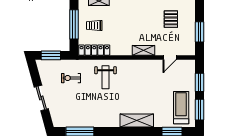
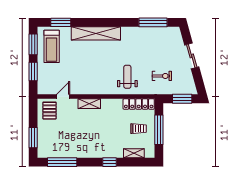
pallet: (171, 19) -> (49, 111), moved
window: (200, 32) -> (33, 138), moved
shelving: (137, 121) -> (96, 33), width x1.47

